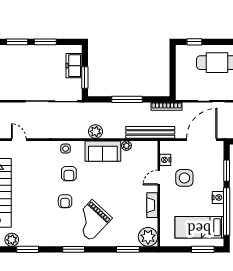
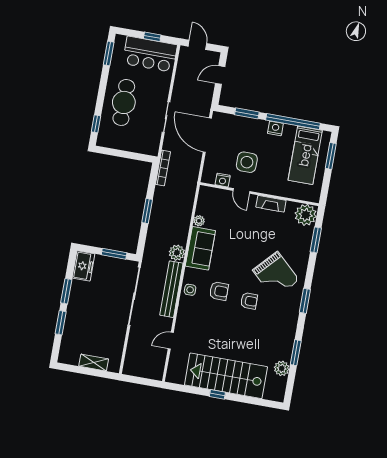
freezer: (74, 66) -> (83, 266), moved, turned -90
window: (127, 99) -> (147, 211), width x0.69
bench: (150, 132) -> (171, 289), moved

